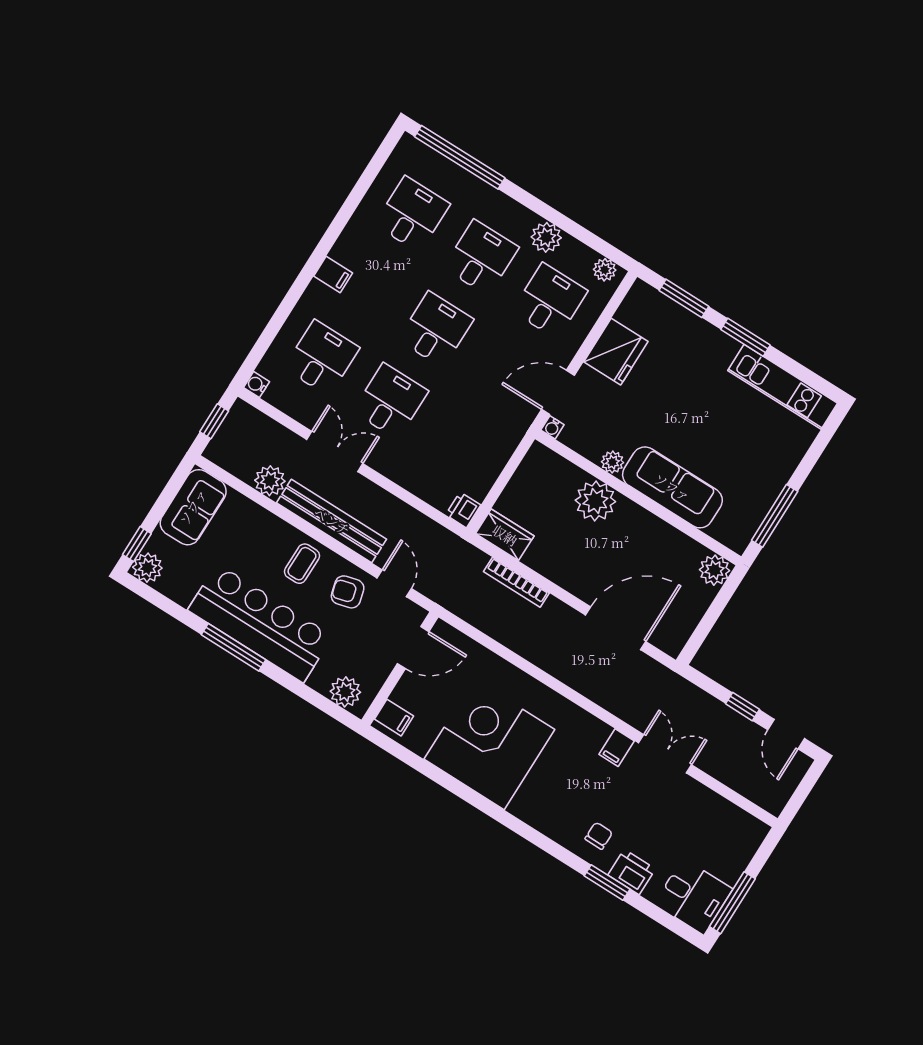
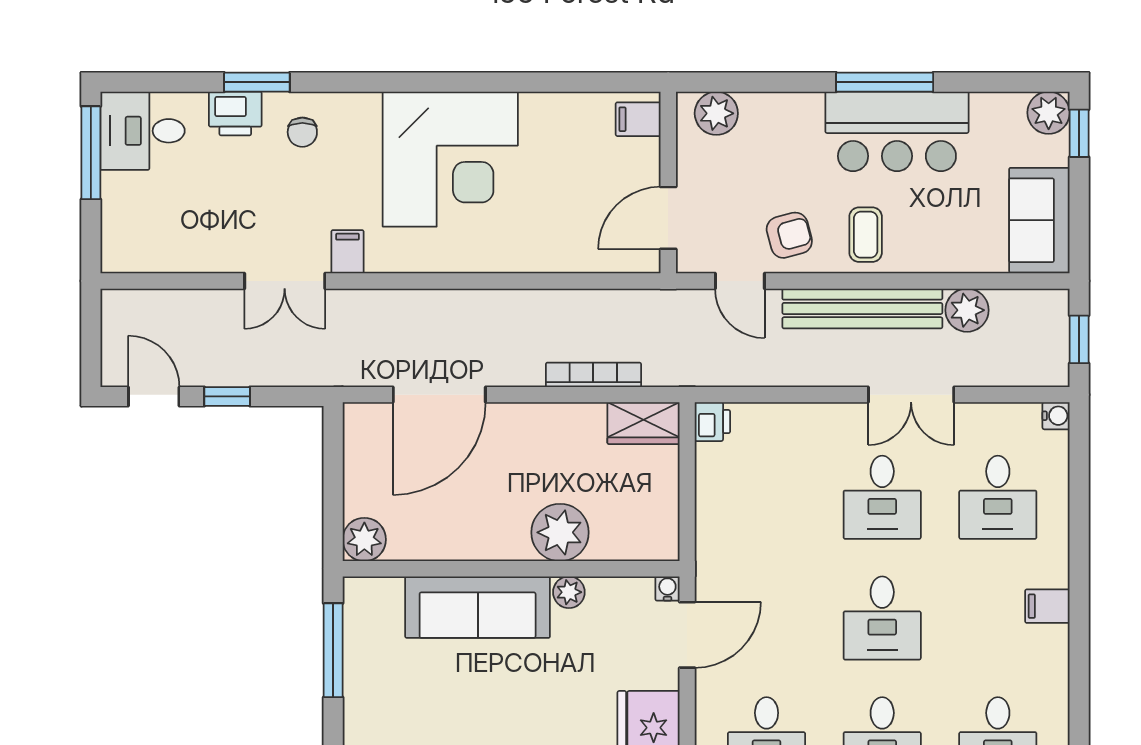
bar counter: (260, 623) -> (897, 131), width x0.73
corner desk: (489, 744) -> (450, 159), moved

